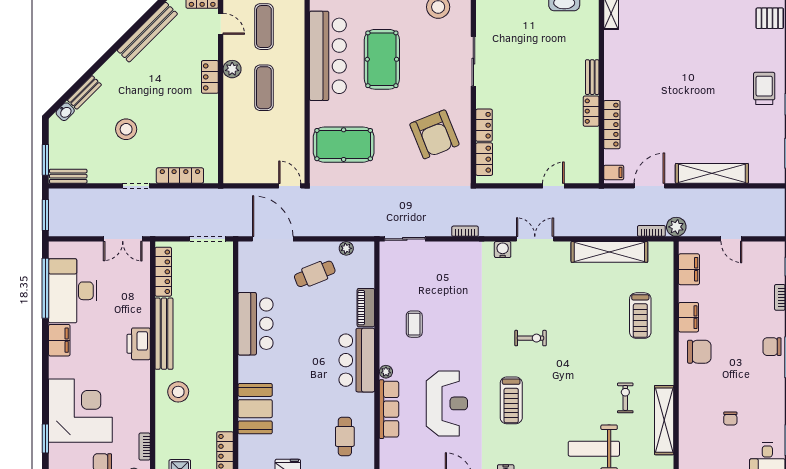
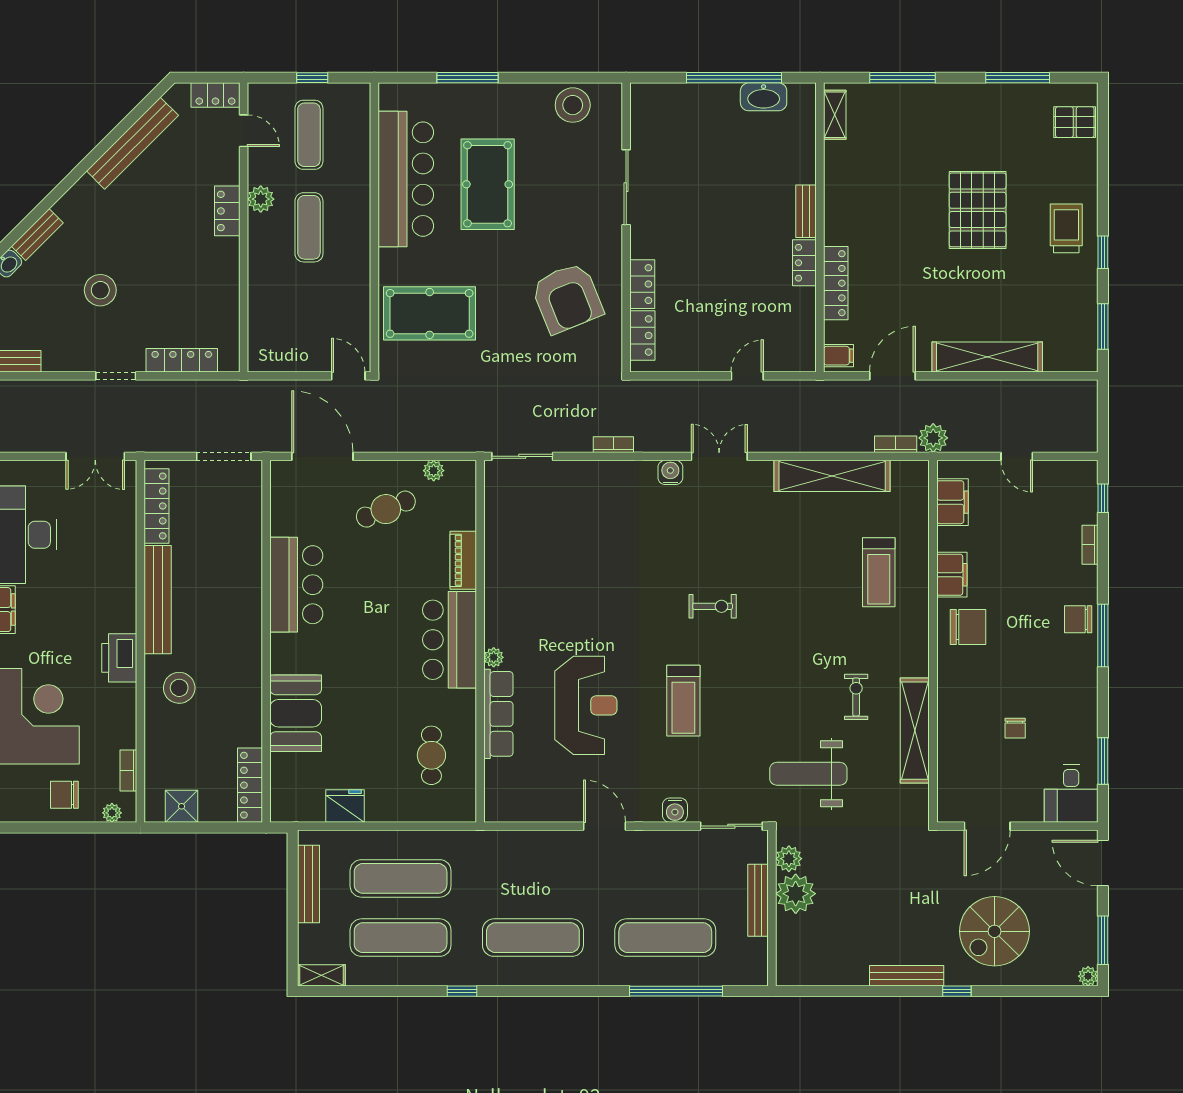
pallet: (706, 76) -> (978, 210), added
coffee table: (414, 324) -> (536, 585), removed
printer: (139, 344) -> (119, 658), moved

